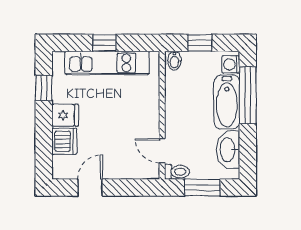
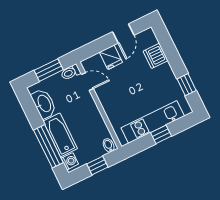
fridge: (65, 115) -> (111, 57), moved, turned -90

